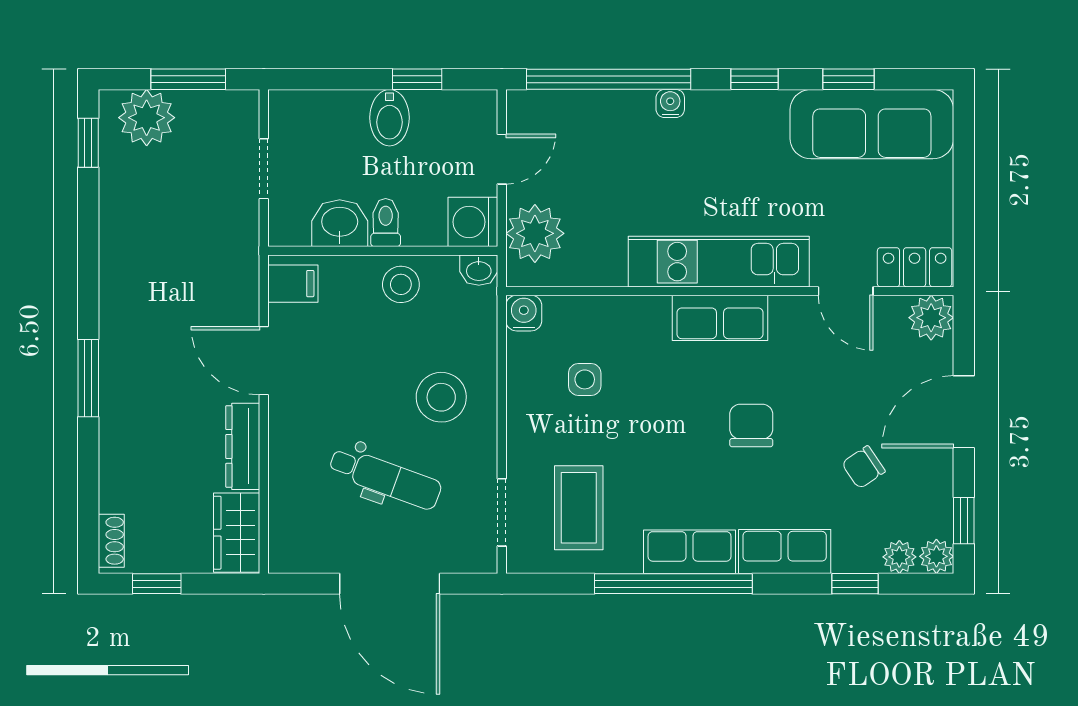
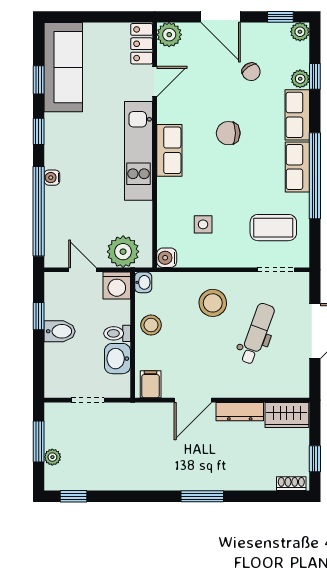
plant: (147, 118) -> (52, 457), width x0.53, depth x0.53
plant: (899, 557) -> (300, 79), moved

